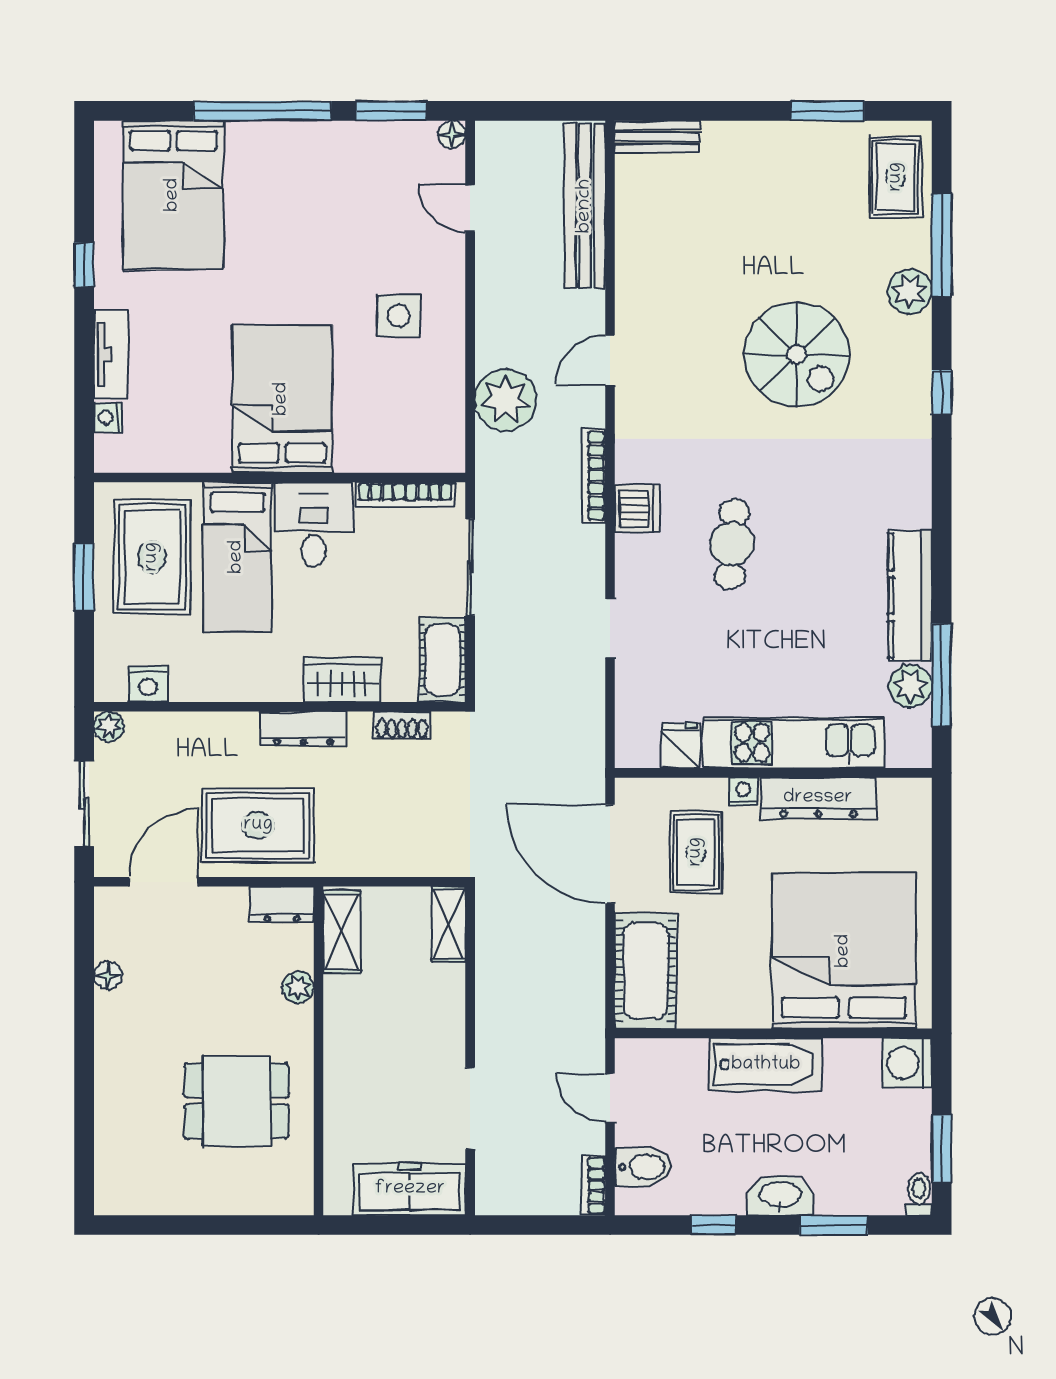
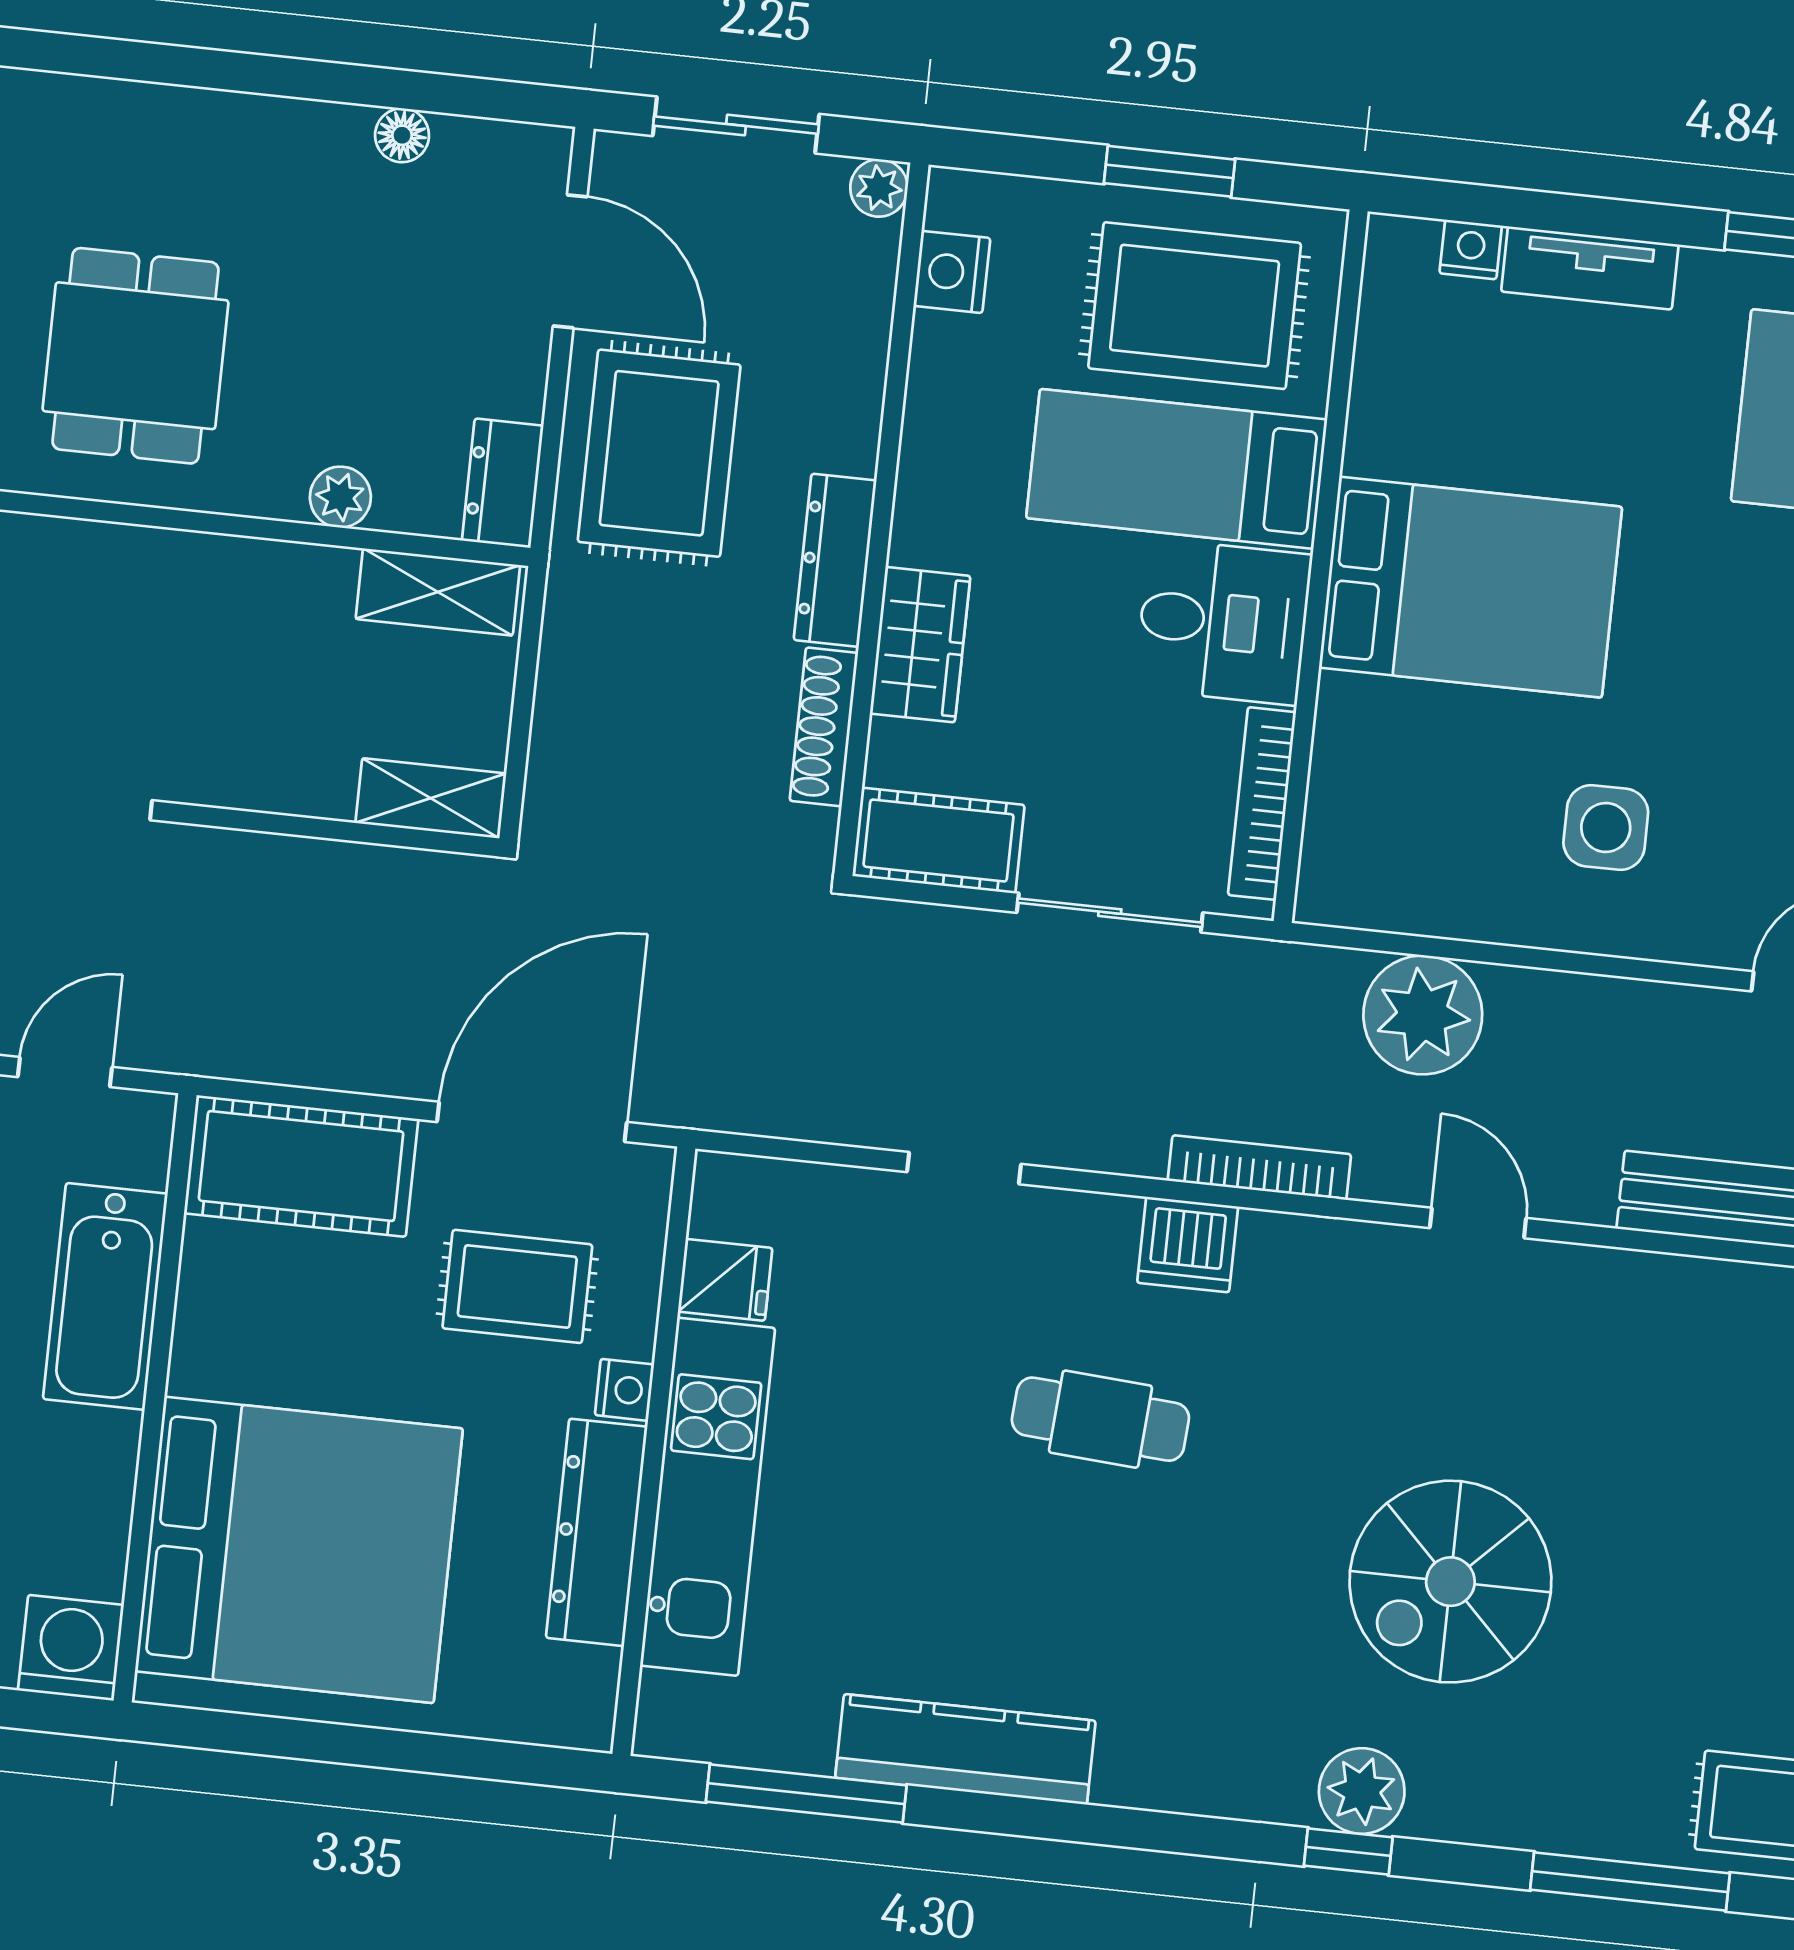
plant: (910, 291) -> (1362, 1791), moved
plant: (910, 686) -> (792, 1731), removed
shoe rack: (402, 725) -> (824, 727), width x1.43
bathtub: (766, 1065) -> (105, 1296), moved

